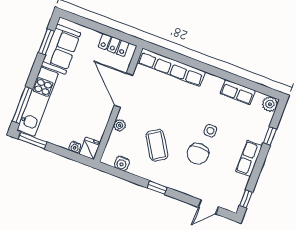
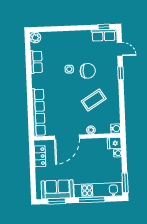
window: (22, 105) -> (92, 200), moved
window: (270, 136) -> (56, 29), removed
row of seats: (249, 158) -> (104, 35), moved
water cooler: (122, 163) -> (116, 129), moved
window: (157, 188) -> (121, 73), moved

